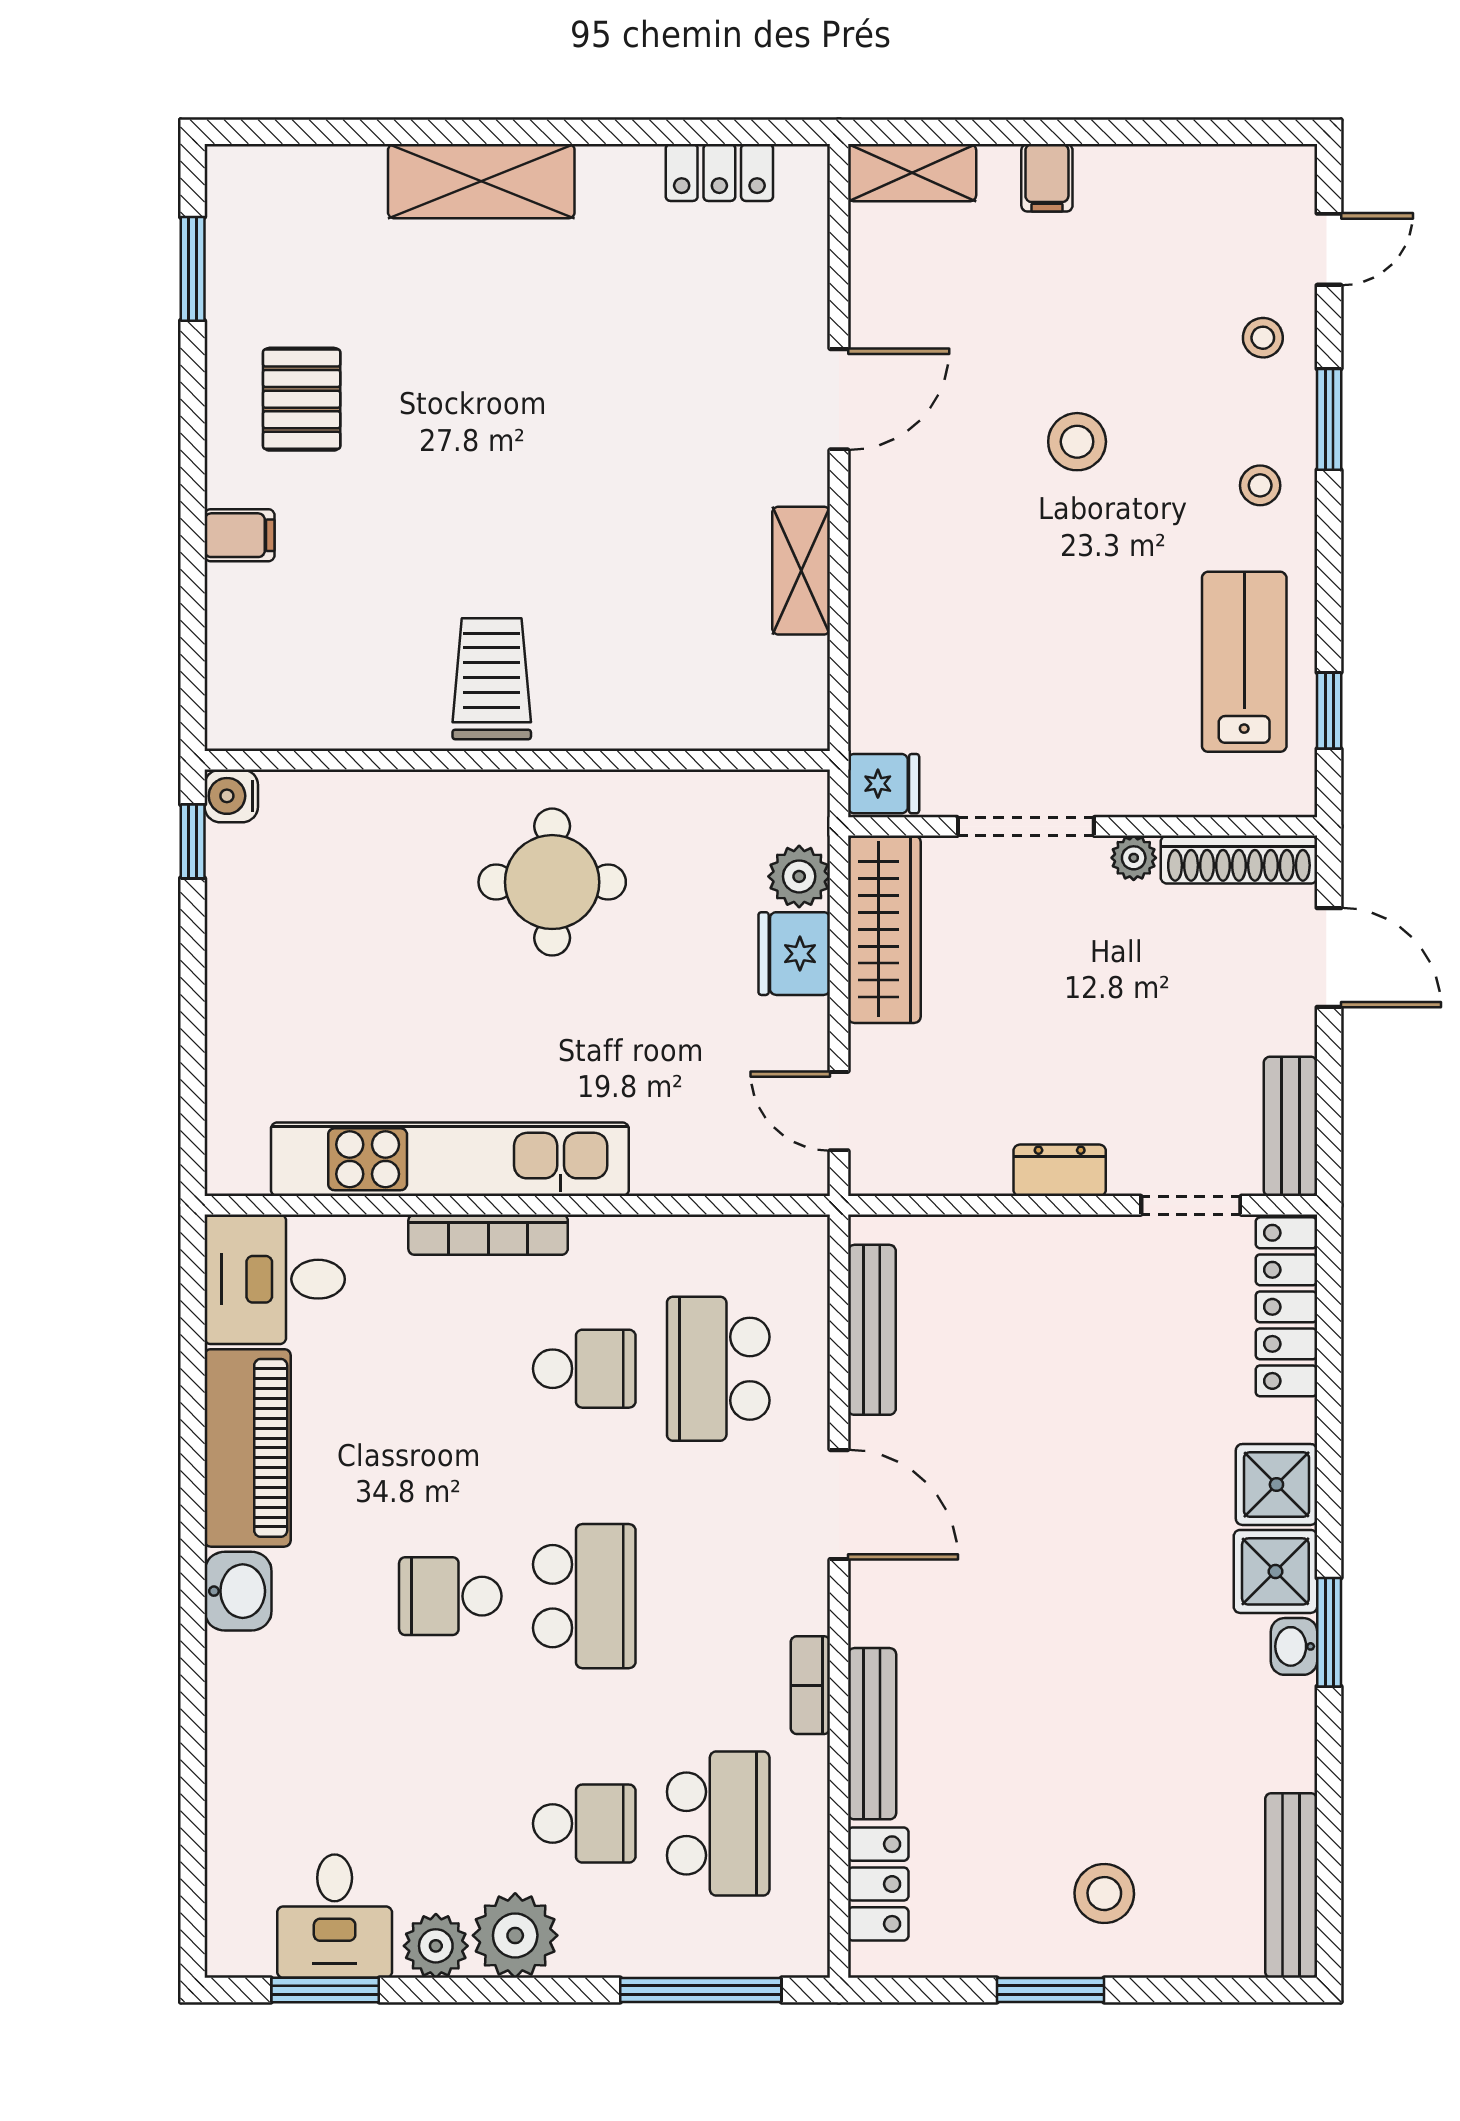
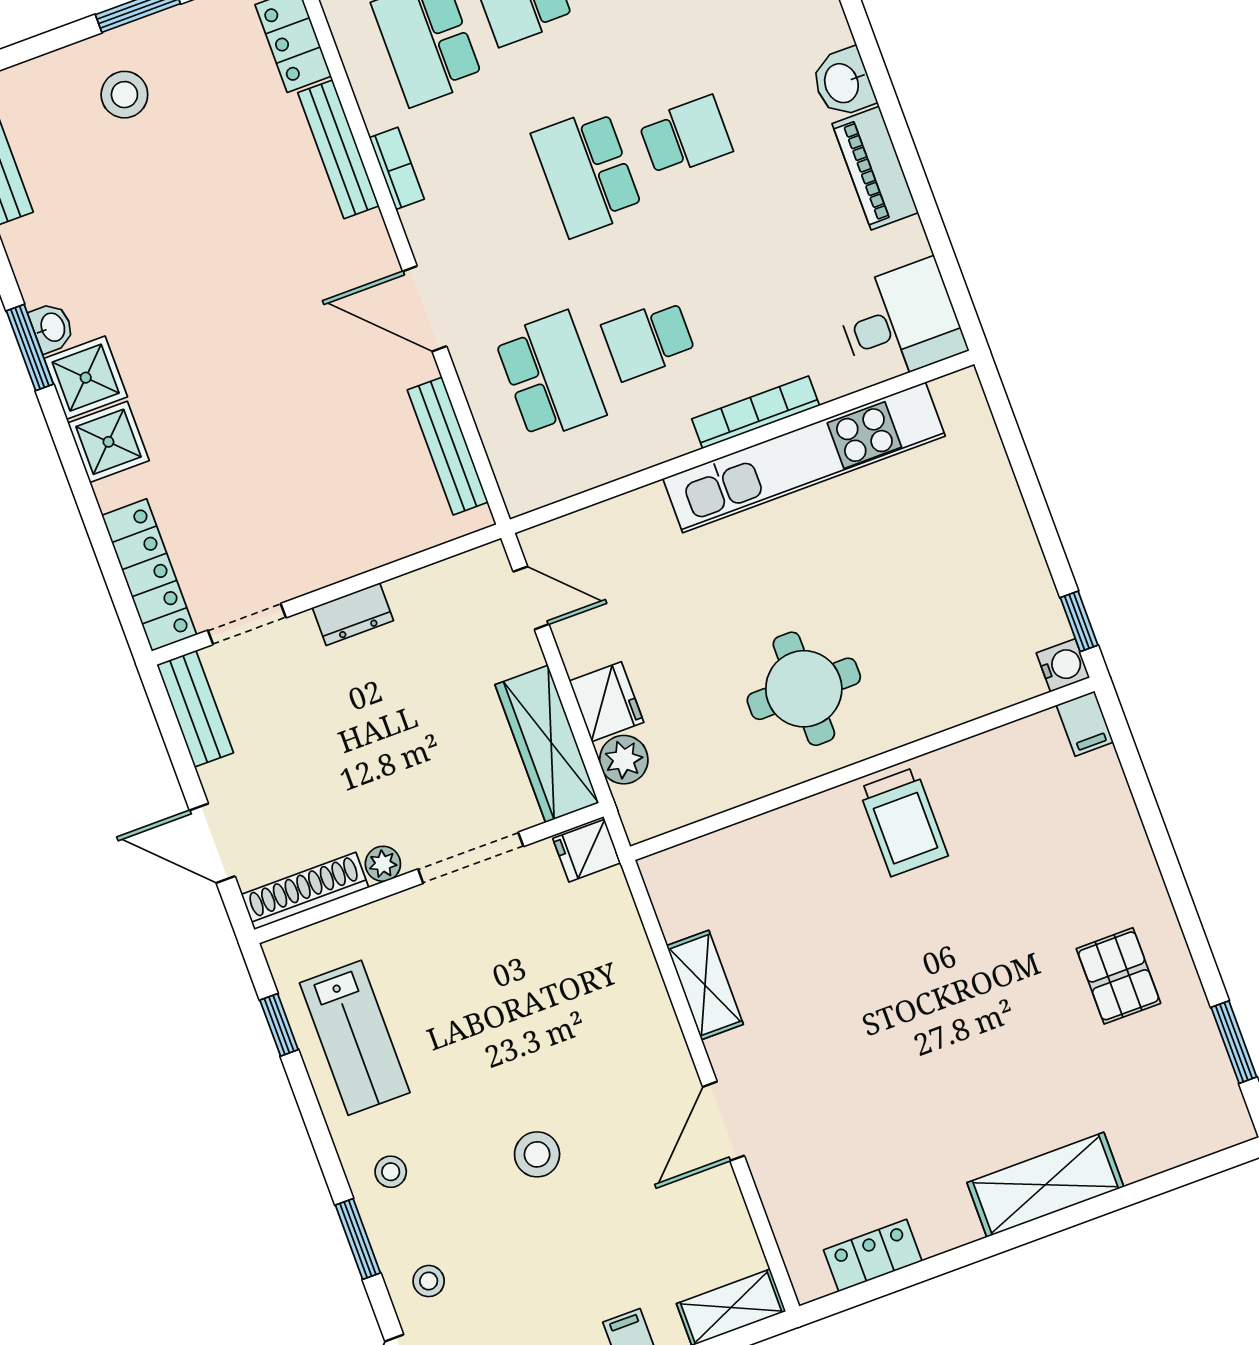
filing cabinet: (240, 535) -> (1085, 724), moved, turned -90
piano: (248, 1448) -> (875, 168), width x0.73, depth x0.75

